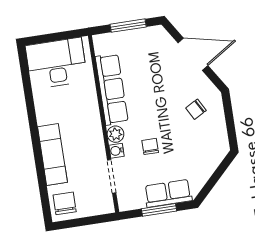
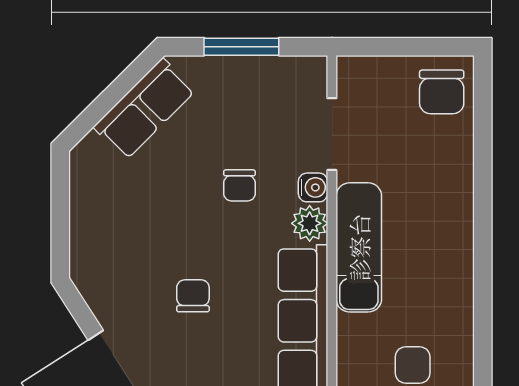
chair: (196, 109) -> (193, 296), moved, turned -61
exam couch: (52, 154) -> (359, 247), moved, turned 180
row of seats: (168, 193) -> (144, 109), moved, turned -45

